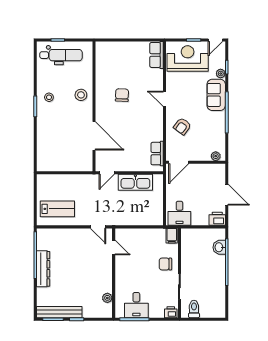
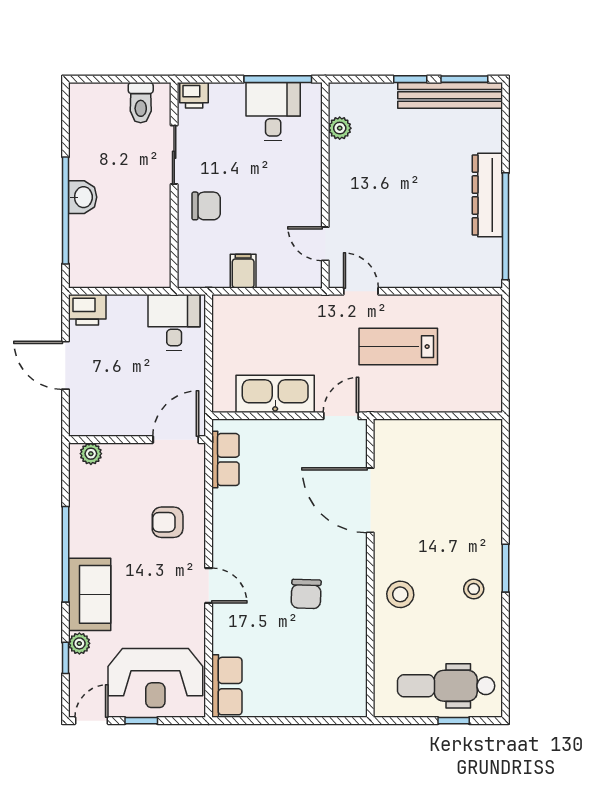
armchair: (182, 126) -> (168, 522), turned -127
lab bench: (57, 209) -> (398, 347), moved
filing cabinet: (172, 236) -> (243, 271), moved
washbasin: (219, 247) -> (83, 197), moved

